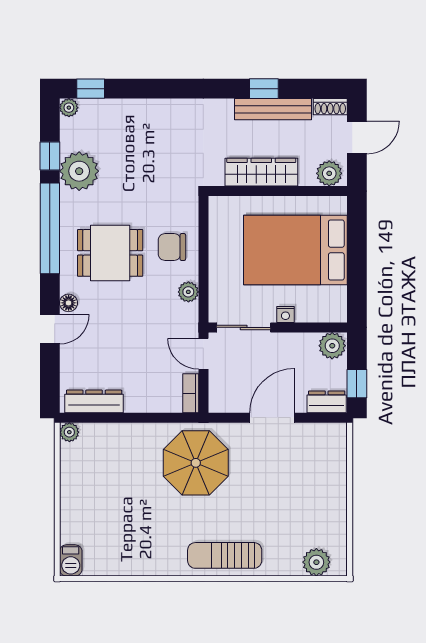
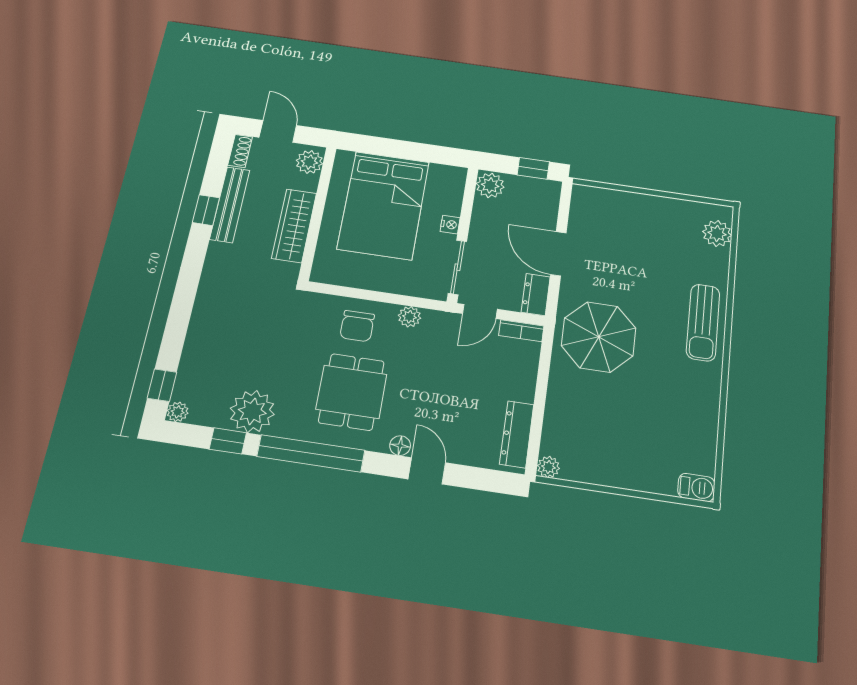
dresser: (327, 402) -> (536, 295), moved

